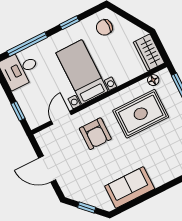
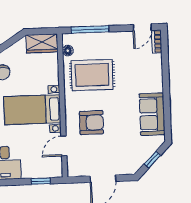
rug: (141, 114) -> (92, 75), turned 90
door: (61, 118) -> (64, 146), hinge flipped

